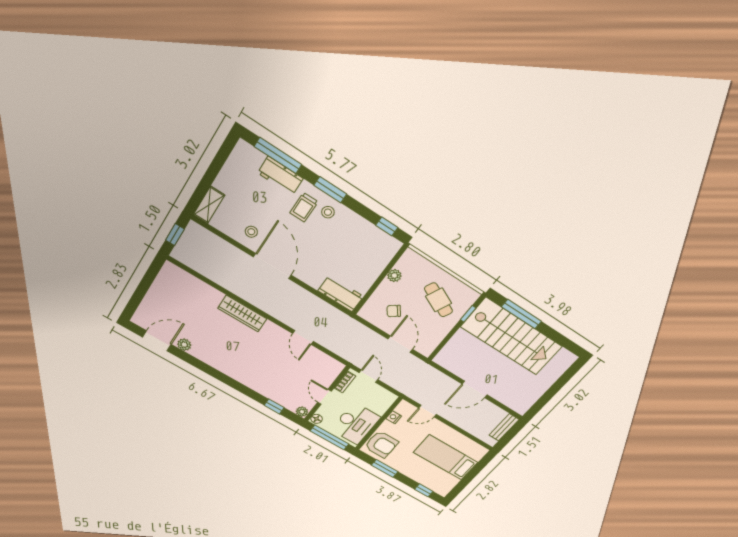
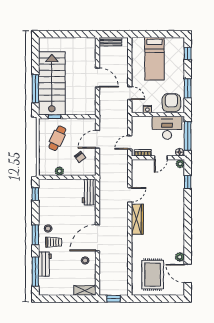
rug: (180, 301) -> (153, 275), added
wardrobe: (242, 314) -> (137, 219), moved

